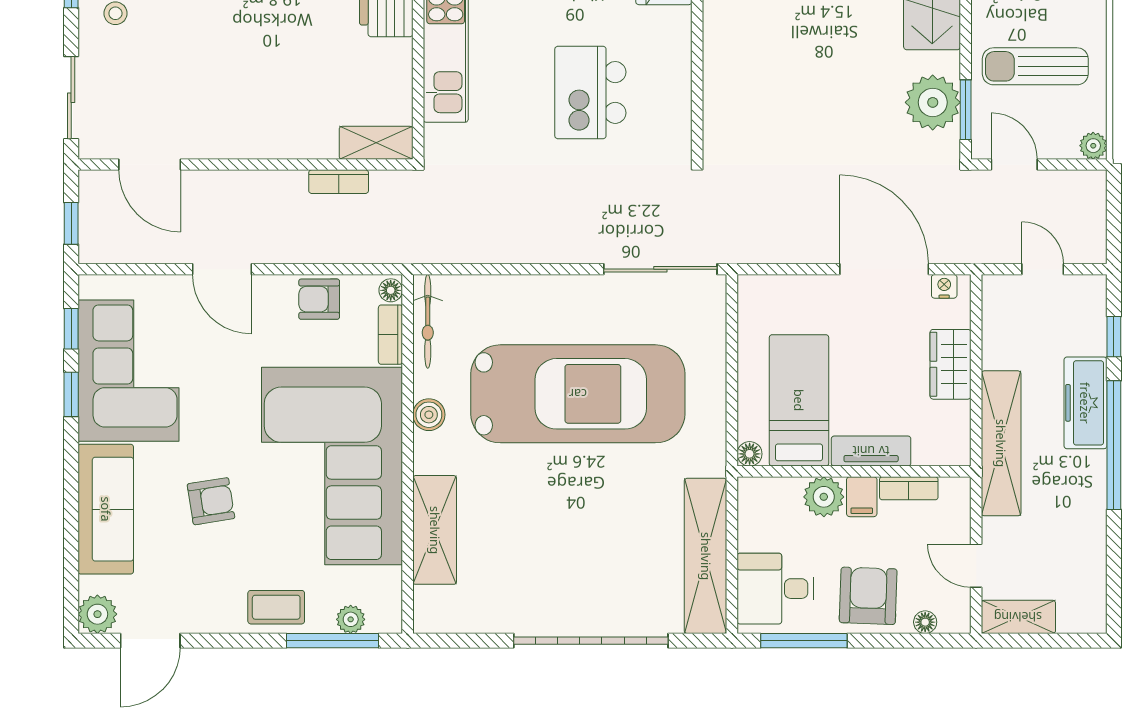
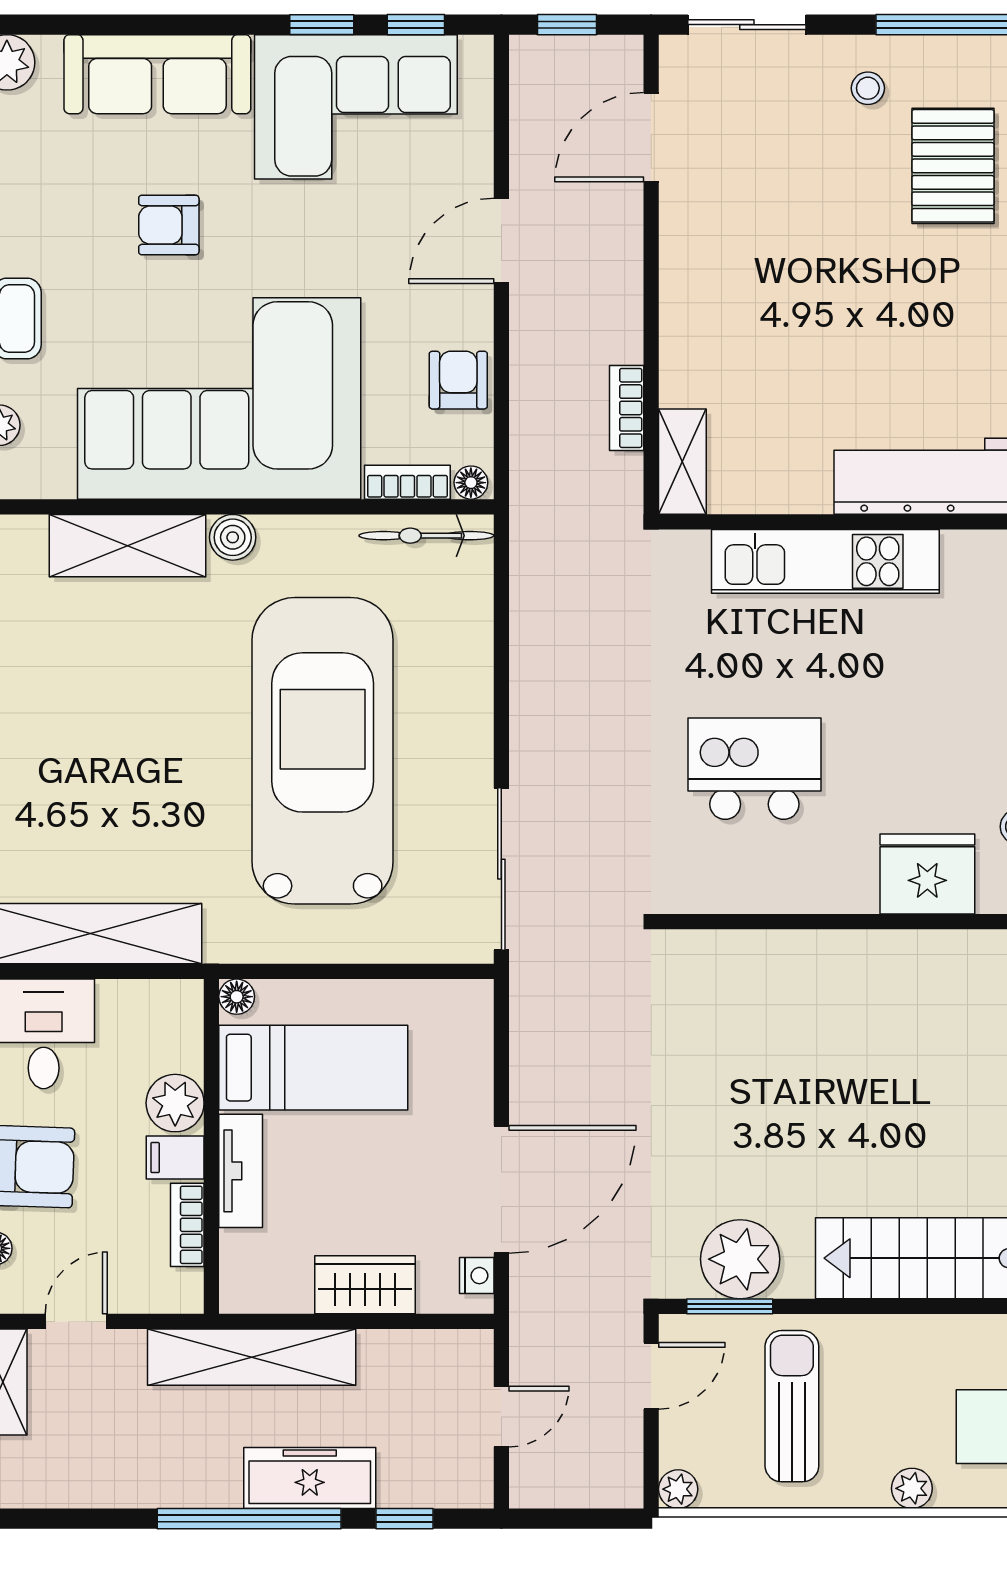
car: (578, 394) -> (323, 751), turned 180
boiler: (429, 415) -> (233, 537), moved
armchair: (211, 501) -> (169, 225), turned 99

